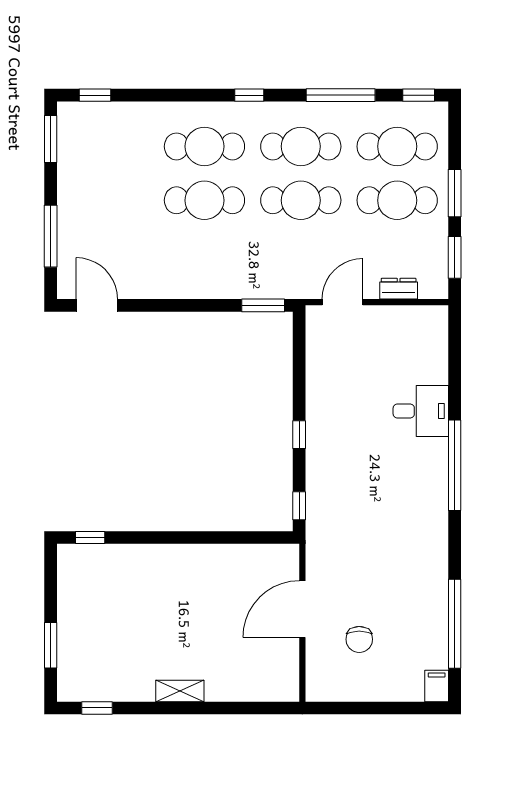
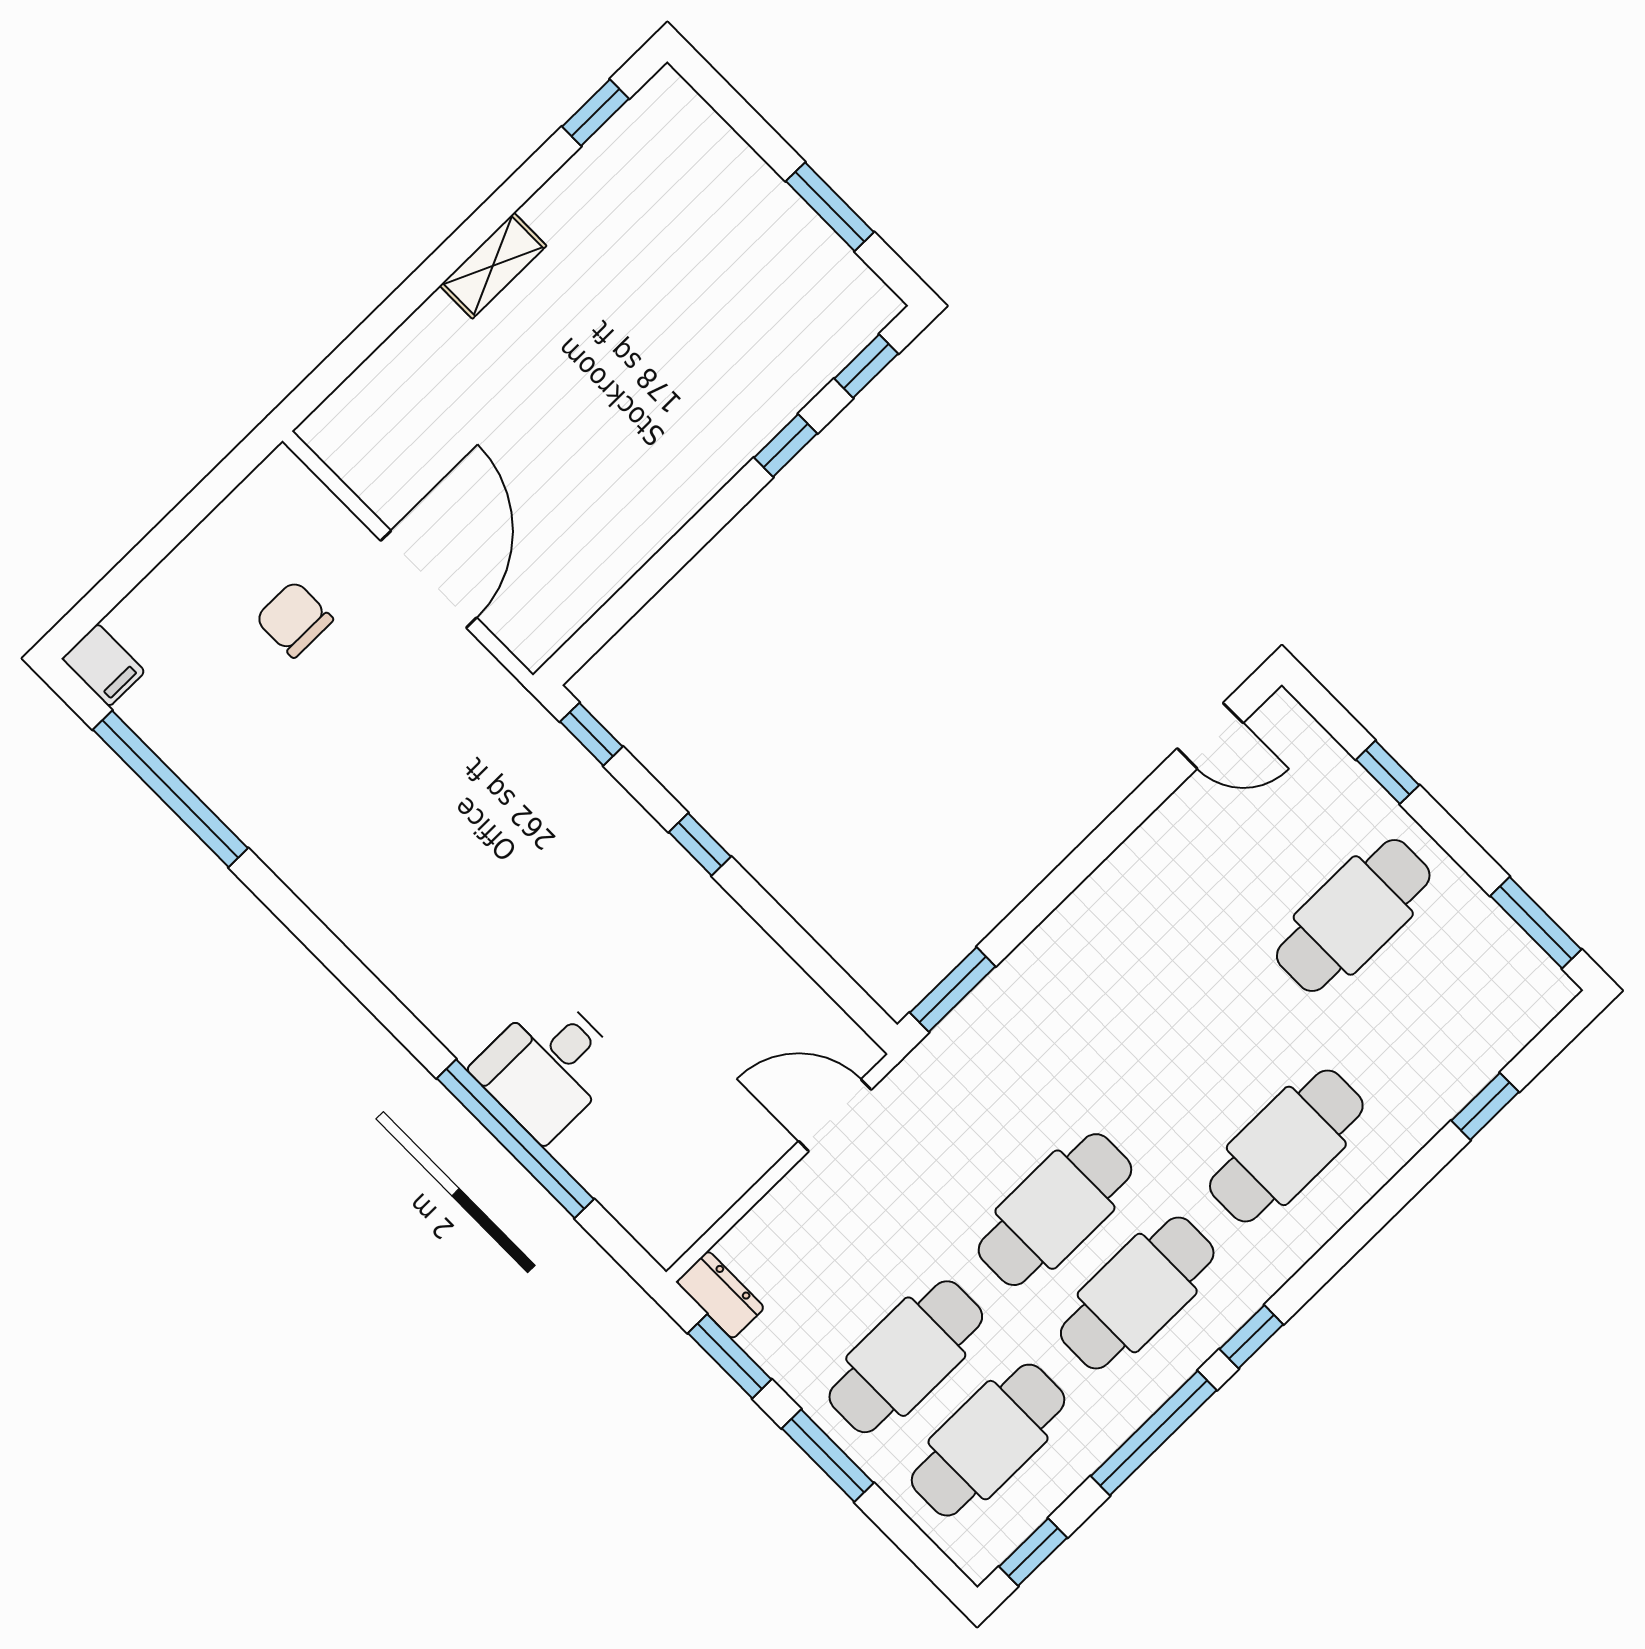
window: (95, 95) -> (1485, 1106), moved
window: (249, 95) -> (1251, 1337), moved
cafe table: (204, 200) -> (1353, 915), moved
window: (51, 236) -> (1388, 772), width x0.46
dresser: (399, 289) -> (720, 1295), moved, turned -90
door: (342, 302) -> (835, 1115), swing flipped
door: (97, 305) -> (1210, 736), width x0.73
window: (455, 465) -> (515, 1139), moved
window: (142, 538) -> (786, 446), added
window: (51, 645) -> (830, 207), moved

